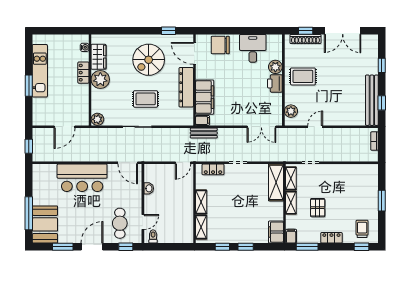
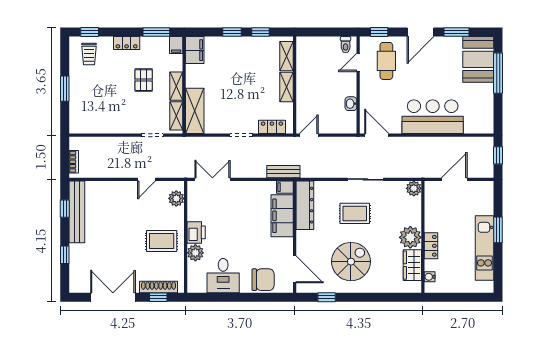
dresser: (186, 87) -> (305, 205), moved

